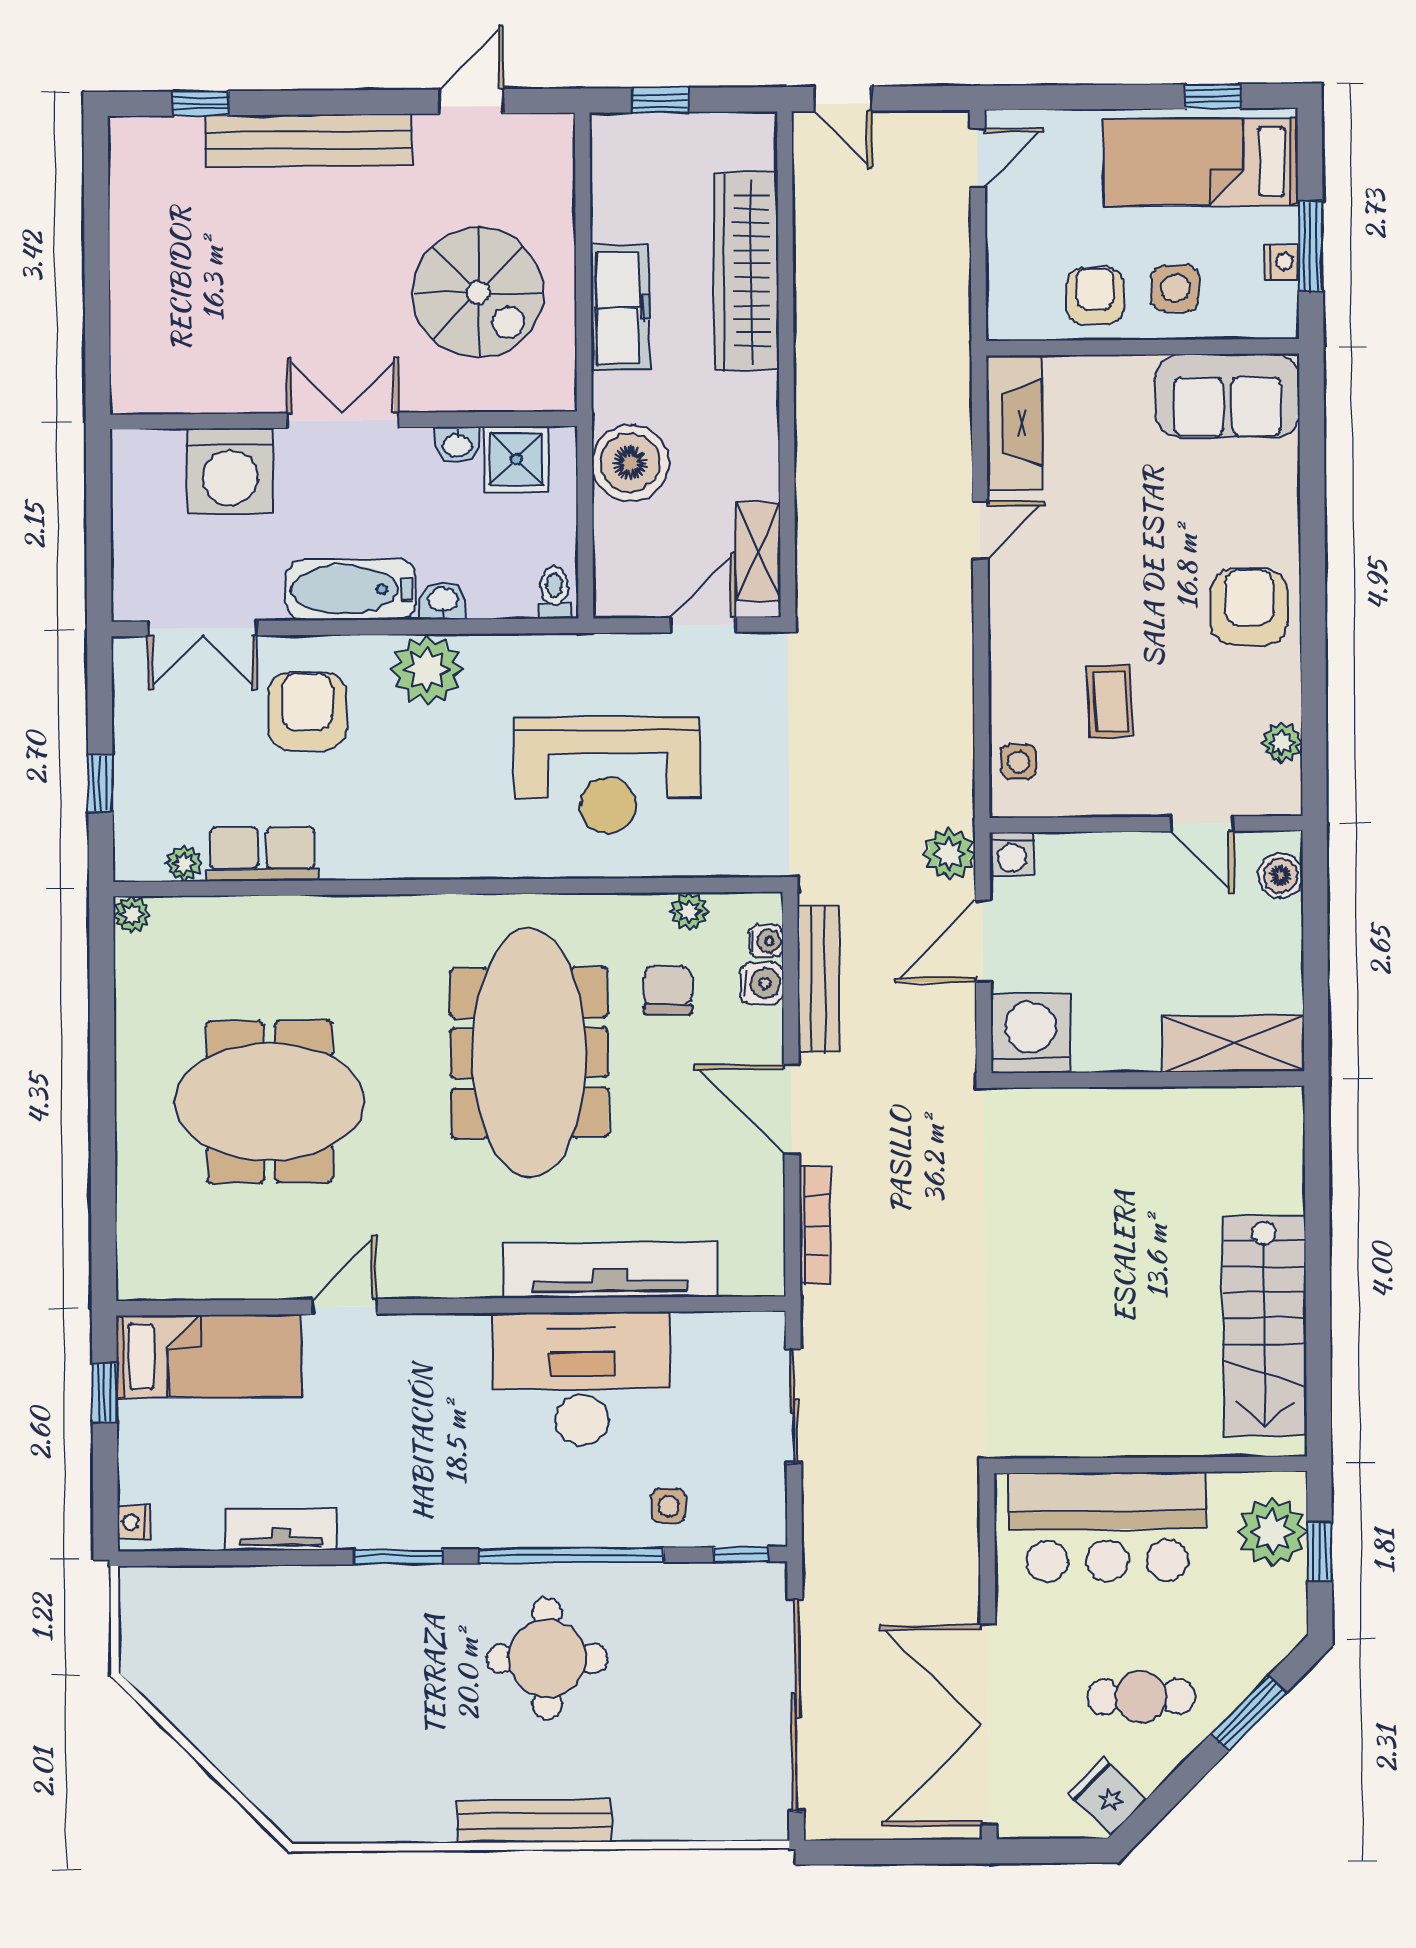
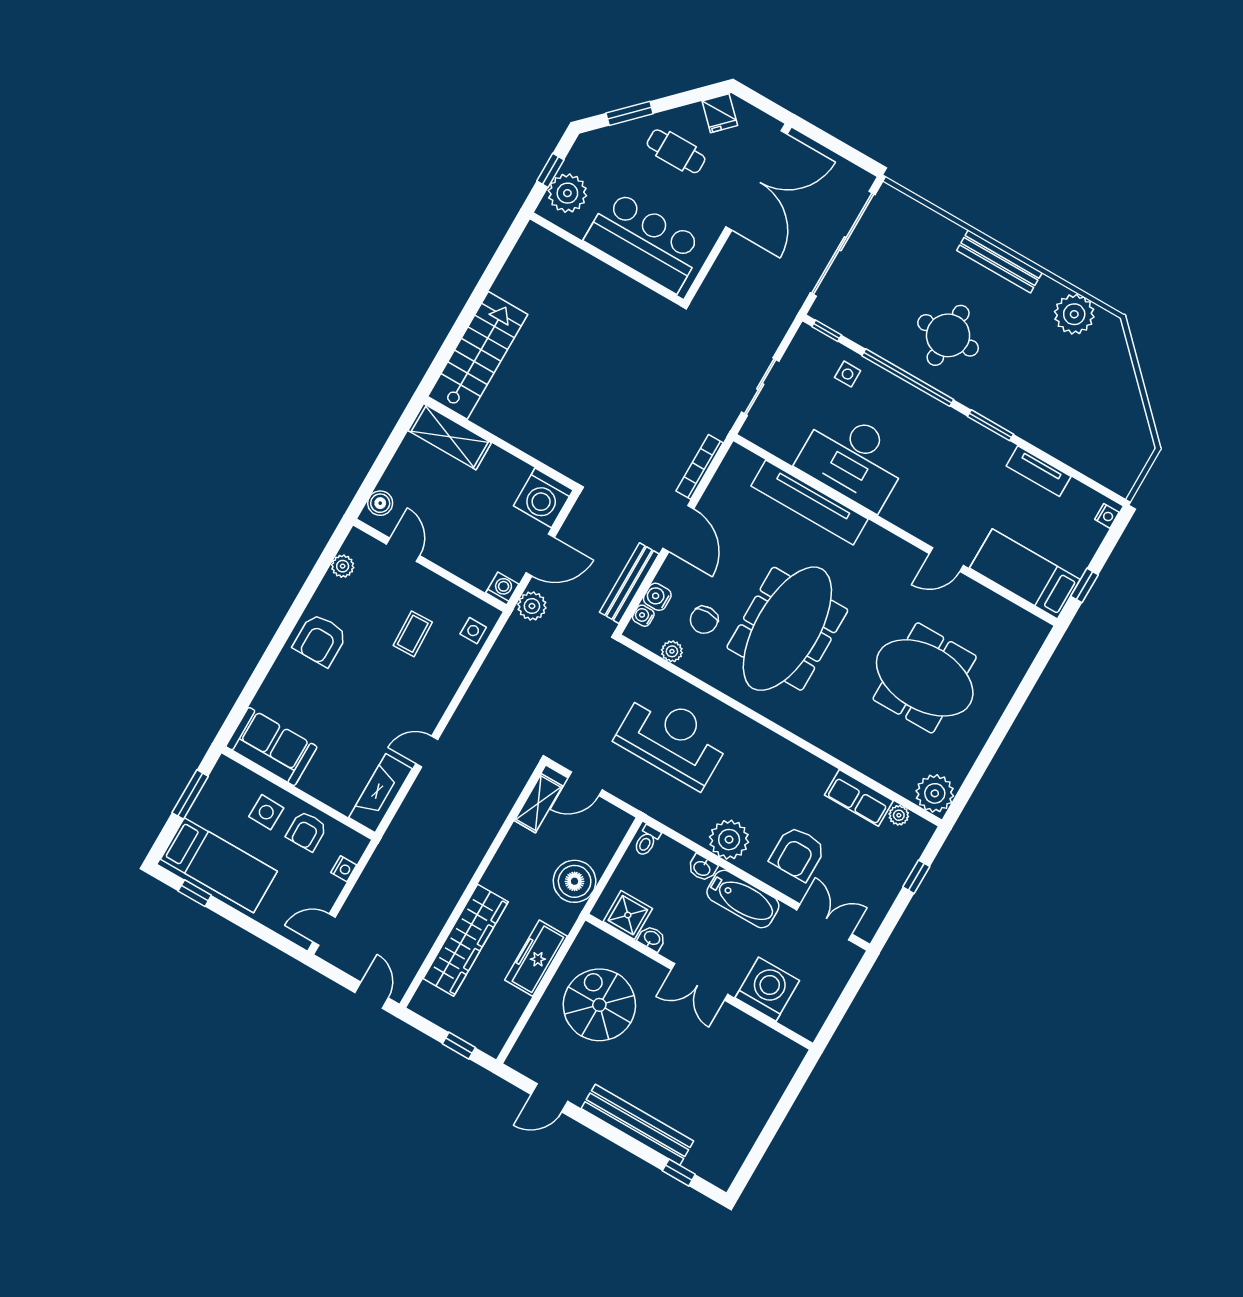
nightstand: (1282, 262) -> (344, 869), moved, turned 180
plant: (132, 915) -> (935, 793), width x1.87, depth x1.87
stairs: (1265, 1326) -> (478, 355), moved
plant: (369, 1807) -> (1074, 314), added

